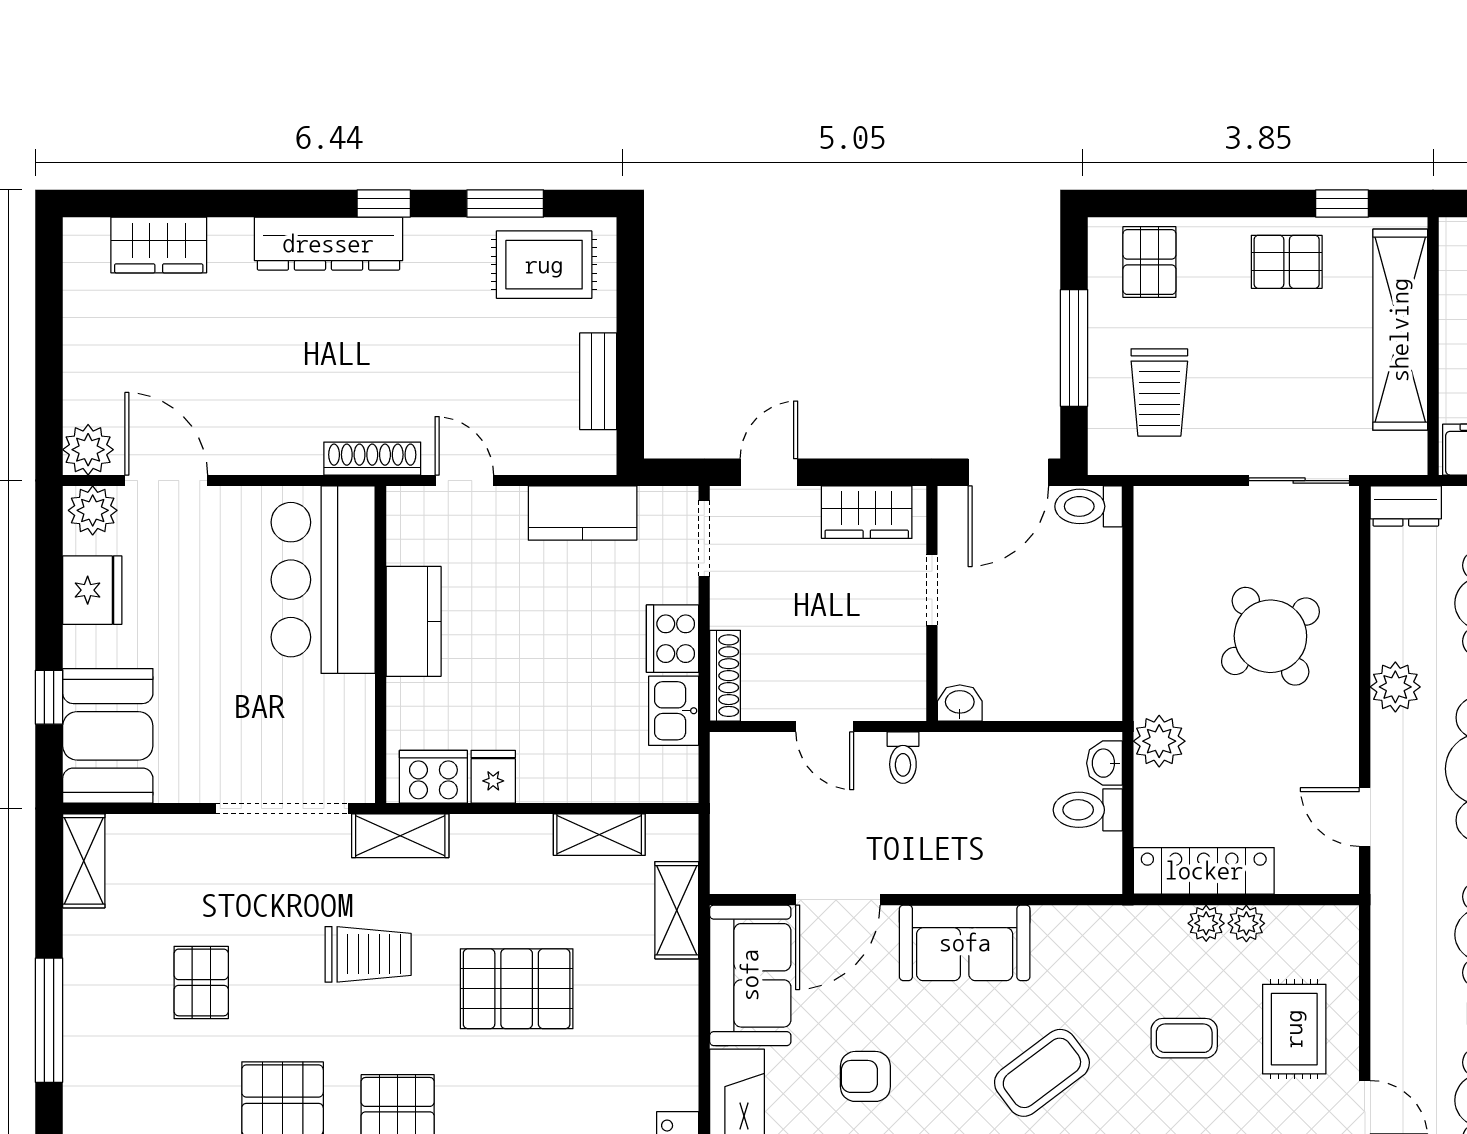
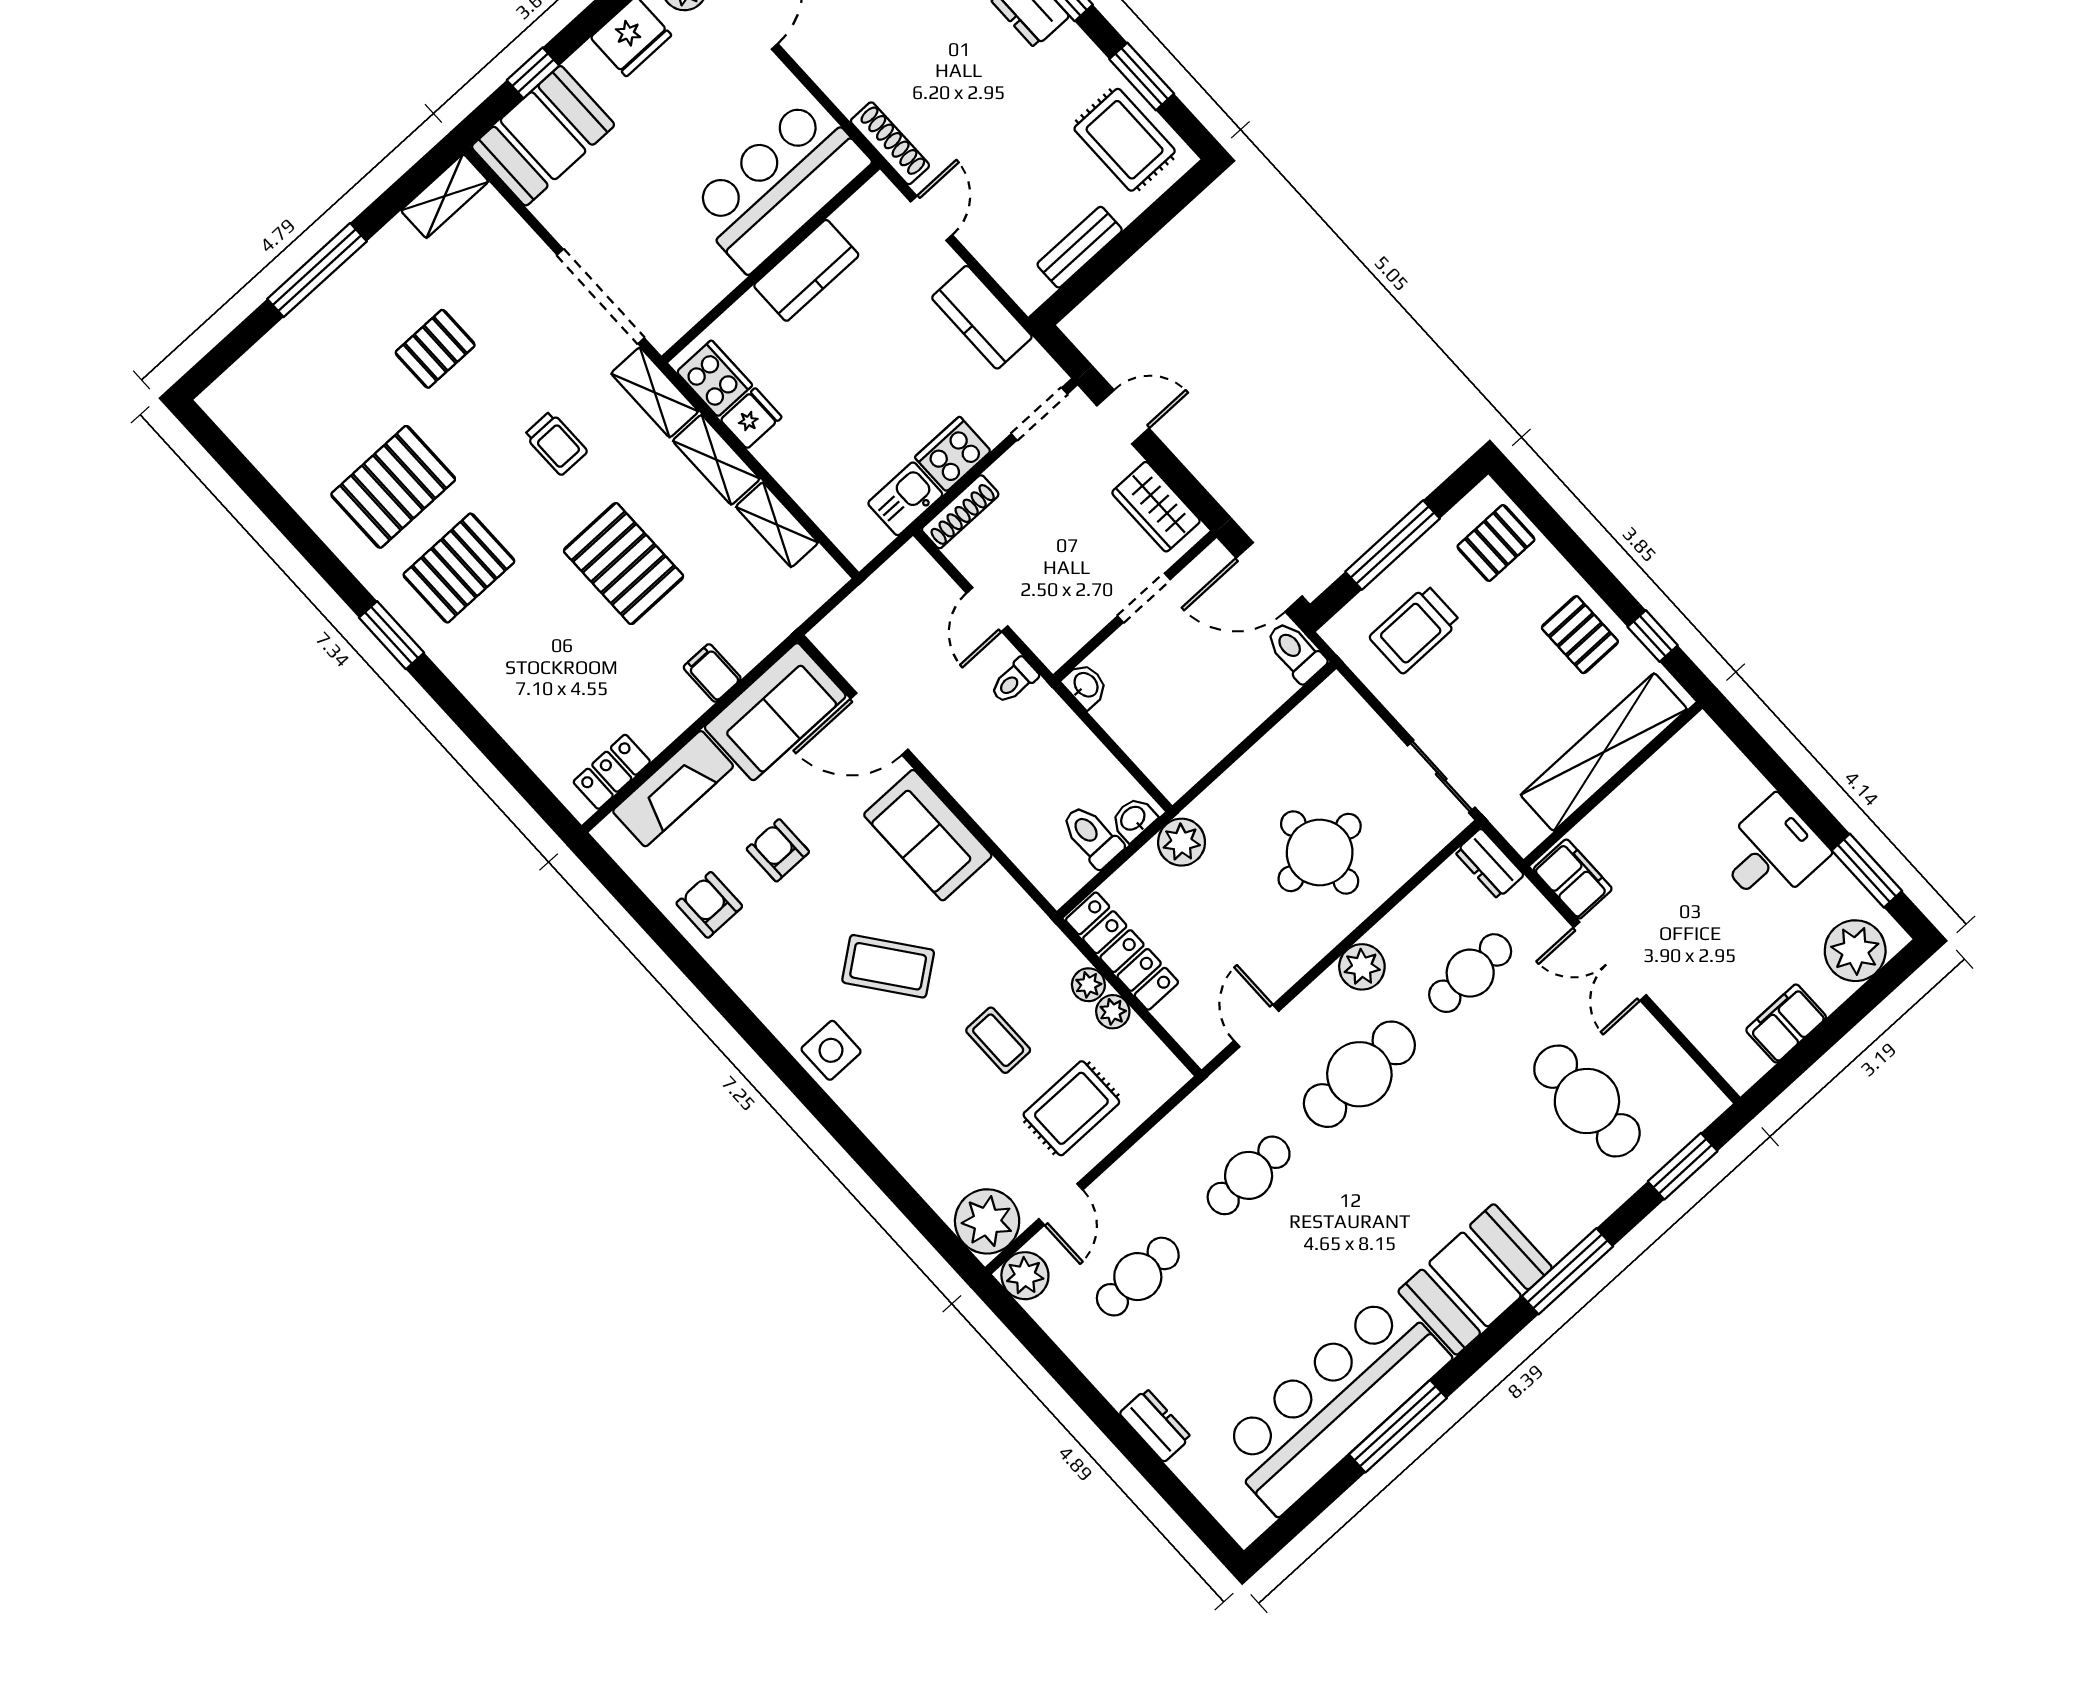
round table: (1270, 636) -> (1320, 852), turned 35
shelving: (677, 910) -> (716, 460), moved, turned 90
trolley: (368, 954) -> (556, 443), width x0.73, depth x0.72
filing cabinet: (672, 998) -> (712, 673), added

